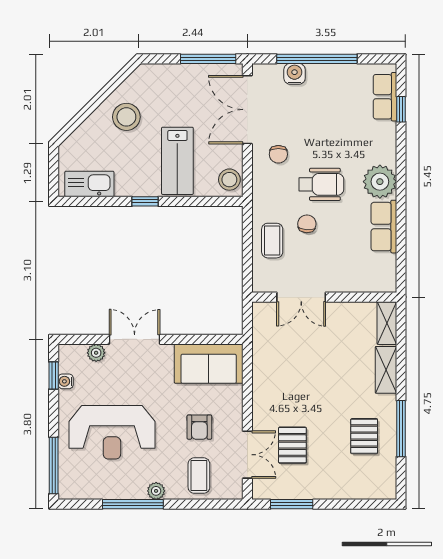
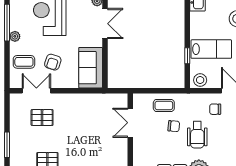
lab bench: (177, 161) -> (211, 49), turned 180
window: (145, 201) -> (187, 56), moved
armchair: (199, 427) -> (53, 62), turned -72
double door: (247, 455) -> (36, 91), swing flipped
window: (292, 504) -> (7, 145), moved

